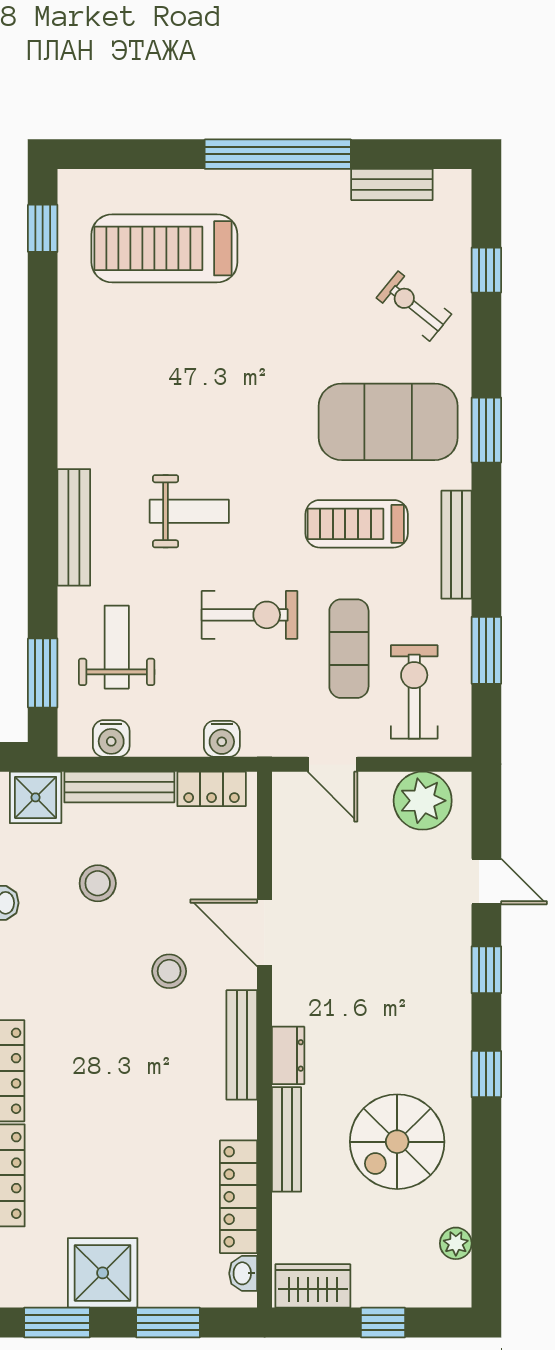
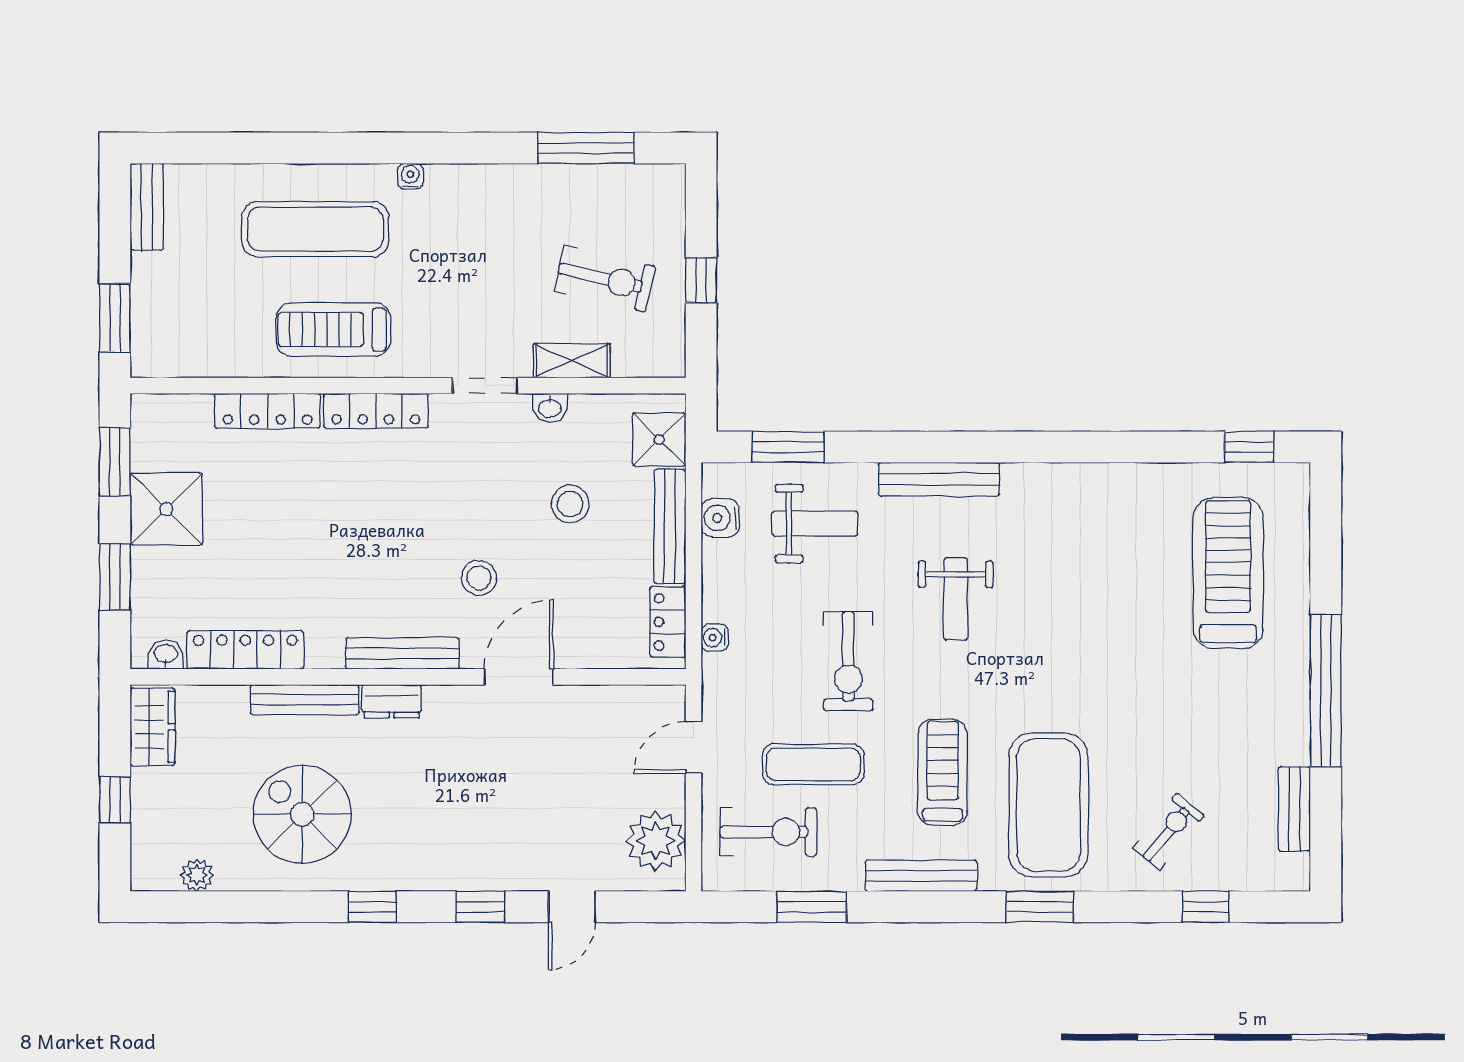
water cooler: (222, 739) -> (715, 638), width x0.72, depth x0.72

